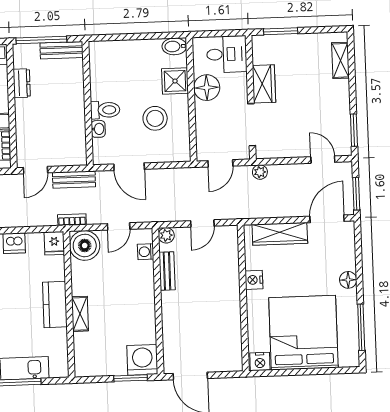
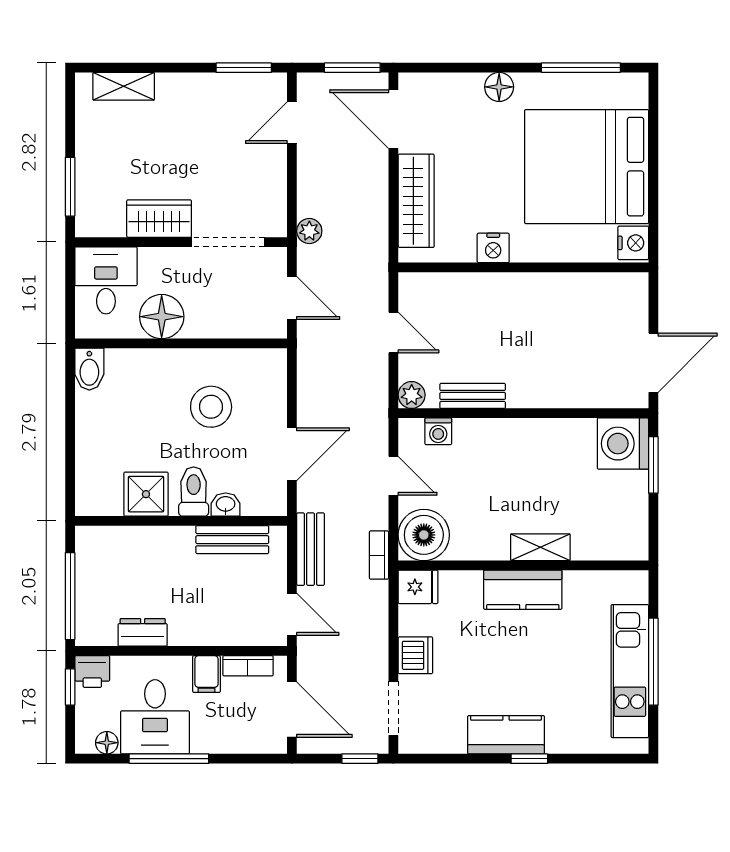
bench: (62, 50) -> (232, 540), moved, turned 90
shower: (175, 81) -> (146, 494), moved

